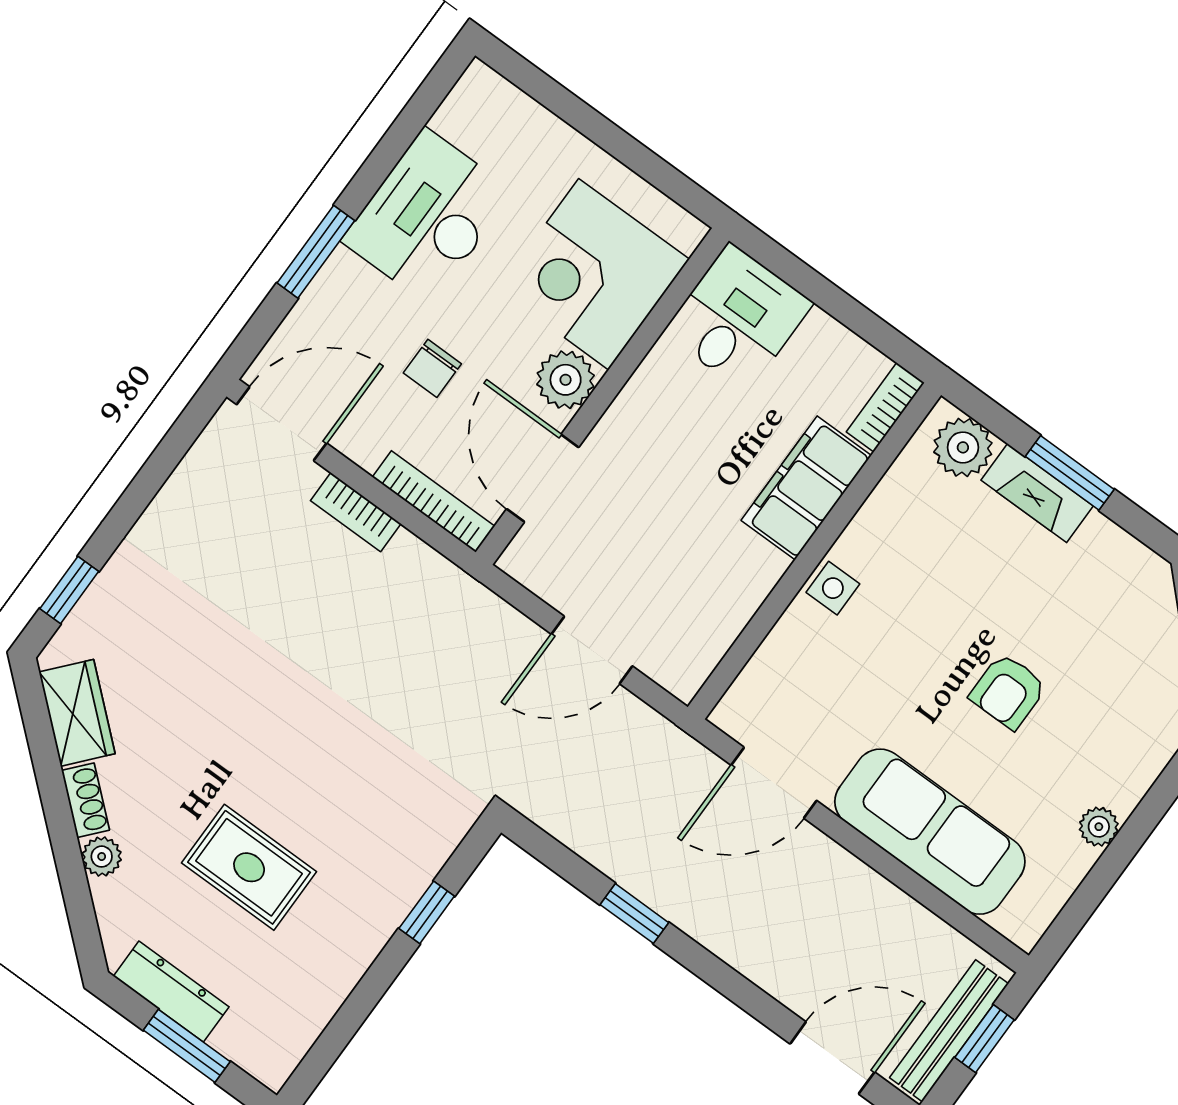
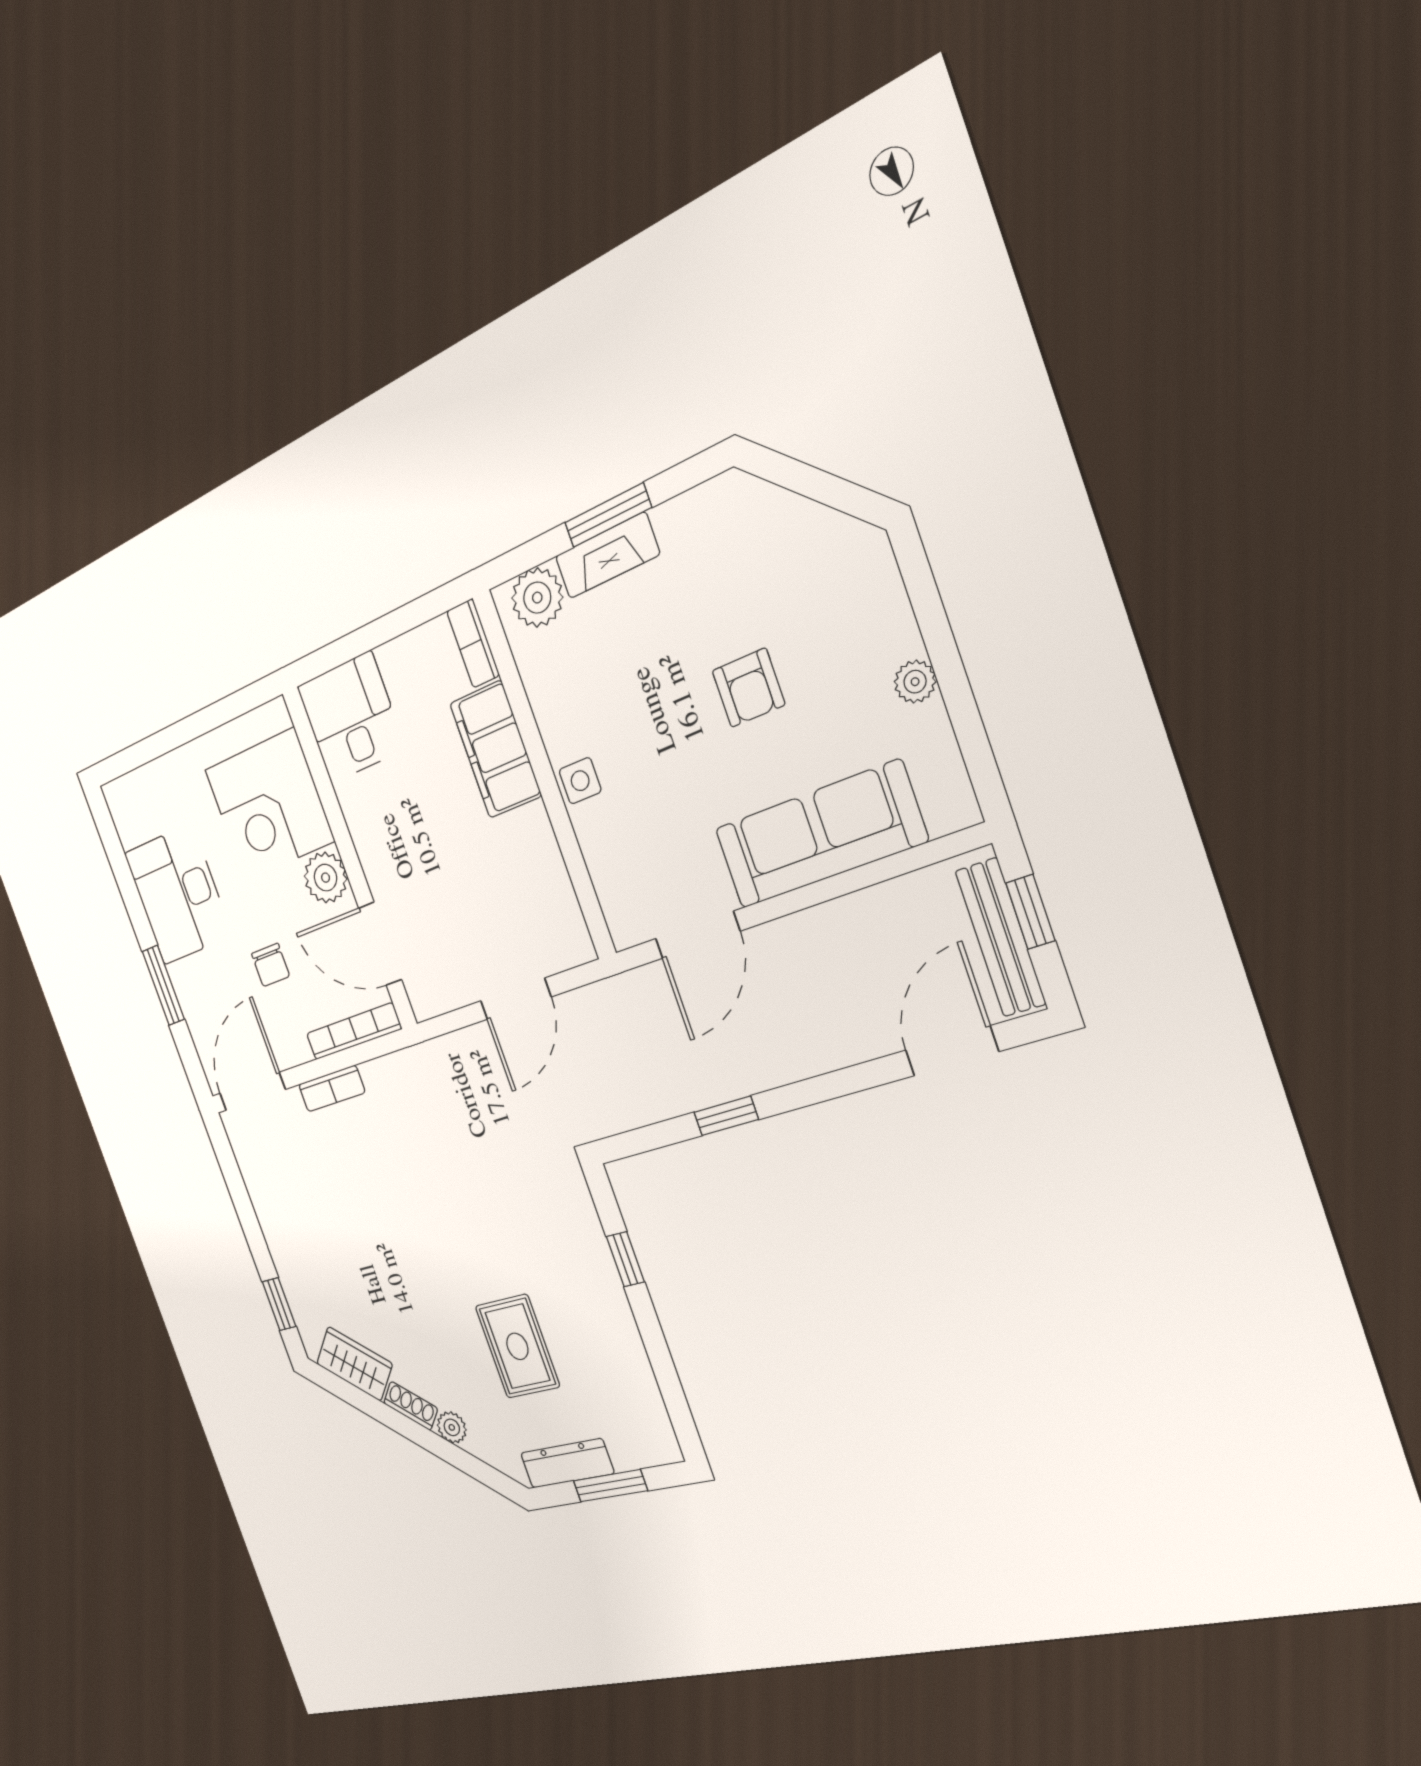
rug: (249, 867) -> (517, 1346), turned 90

